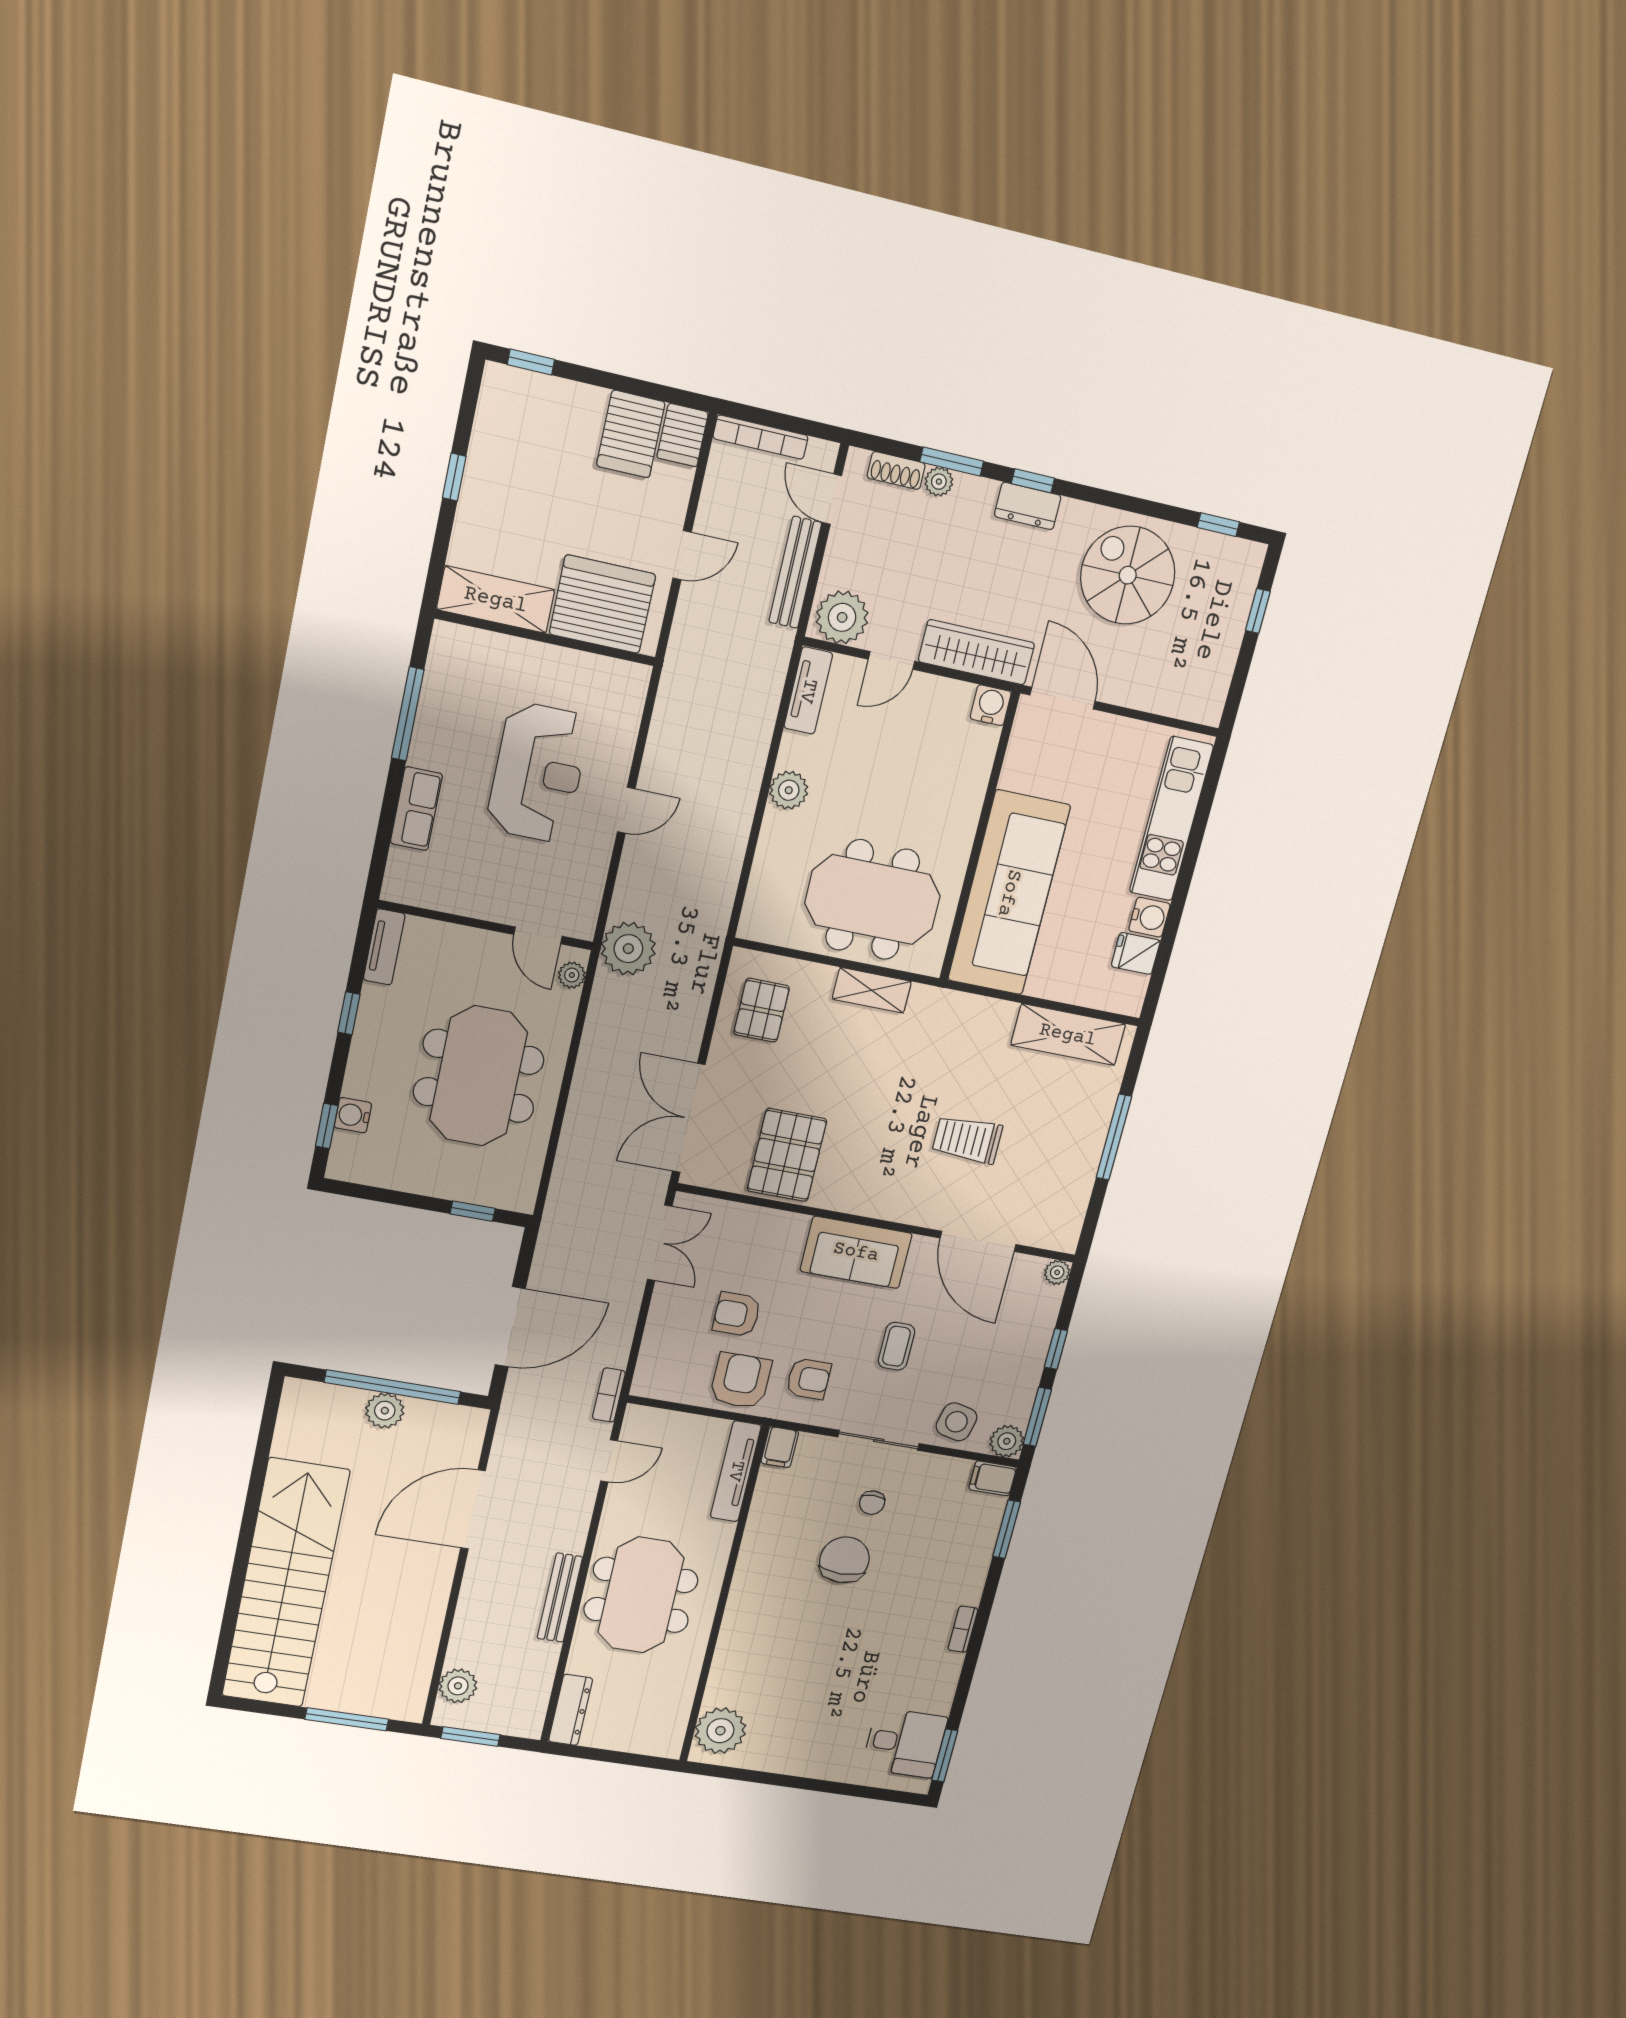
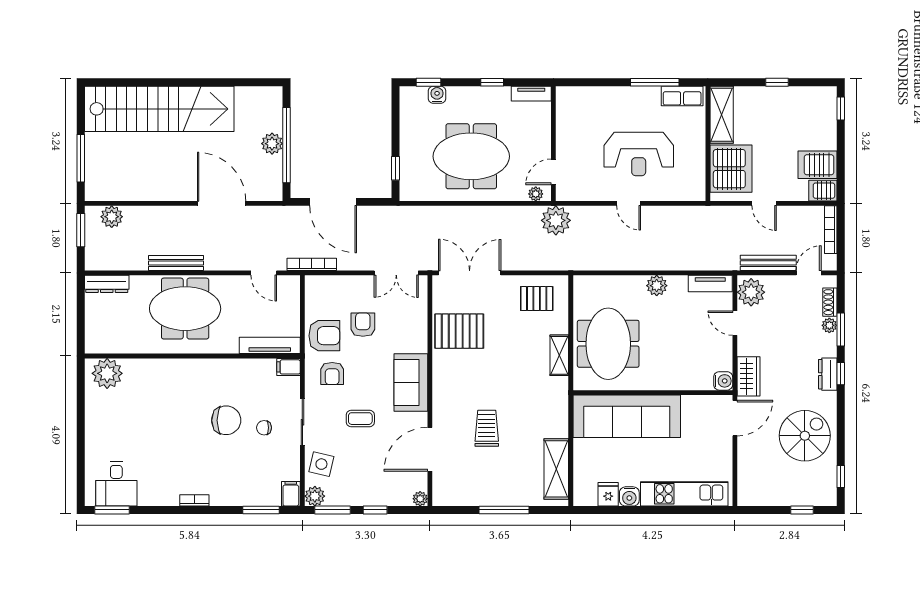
wardrobe: (976, 652) -> (749, 376), width x0.67
row of seats: (416, 809) -> (682, 96), moved
bookcase: (609, 1395) -> (312, 264), width x1.56

